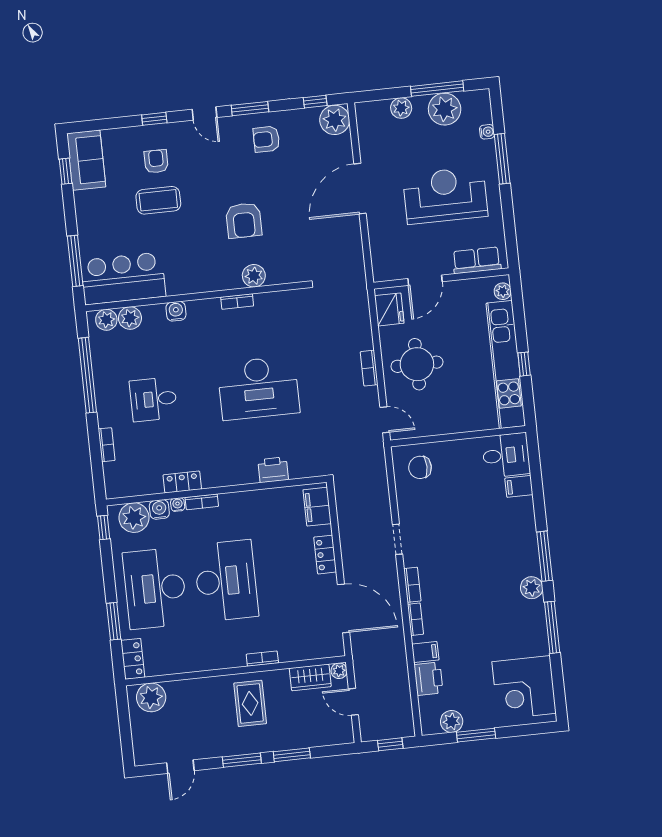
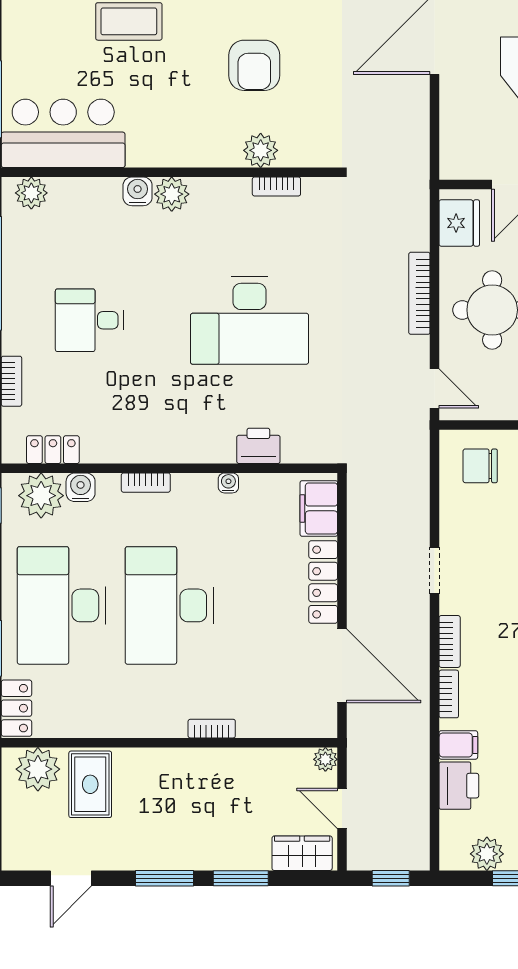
bookcase: (237, 301) -> (276, 186), moved
plant: (130, 318) -> (172, 194), moved
bookcase: (369, 368) -> (419, 293), width x1.56
locker: (182, 482) -> (53, 450), moved
water cooler: (178, 505) -> (228, 483), moved
locker: (325, 555) -> (323, 582), width x1.53
desk: (226, 581) -> (169, 605), turned 180
wardrobe: (310, 677) -> (302, 853), moved, turned 180
rug: (250, 703) -> (90, 784), moved

